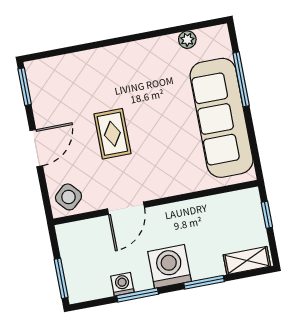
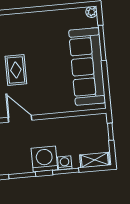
plant: (187, 40) -> (92, 12), moved
door: (126, 208) -> (20, 119), swing flipped
washing machine: (122, 284) -> (65, 163), moved

